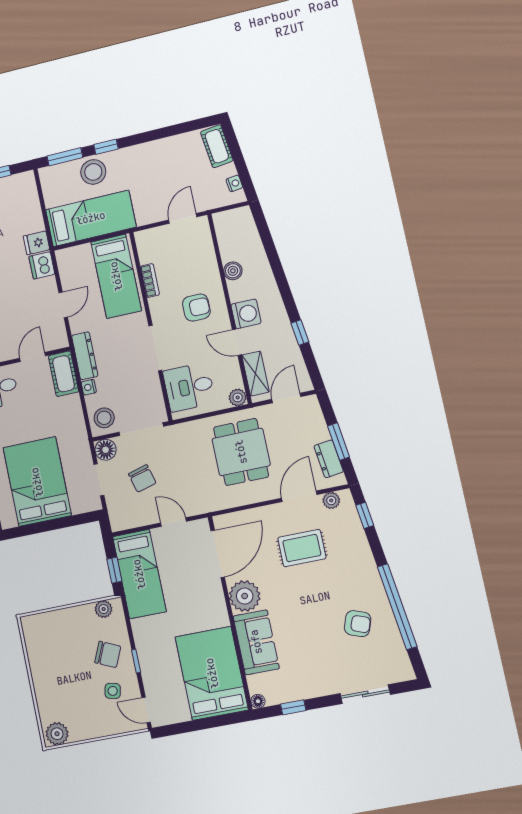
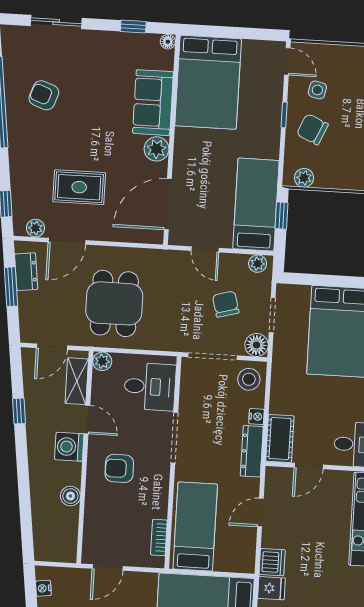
bookcase: (150, 281) -> (159, 538), moved
plant: (124, 522) -> (258, 264), added
plant: (245, 596) -> (157, 149), width x0.73, depth x0.73

